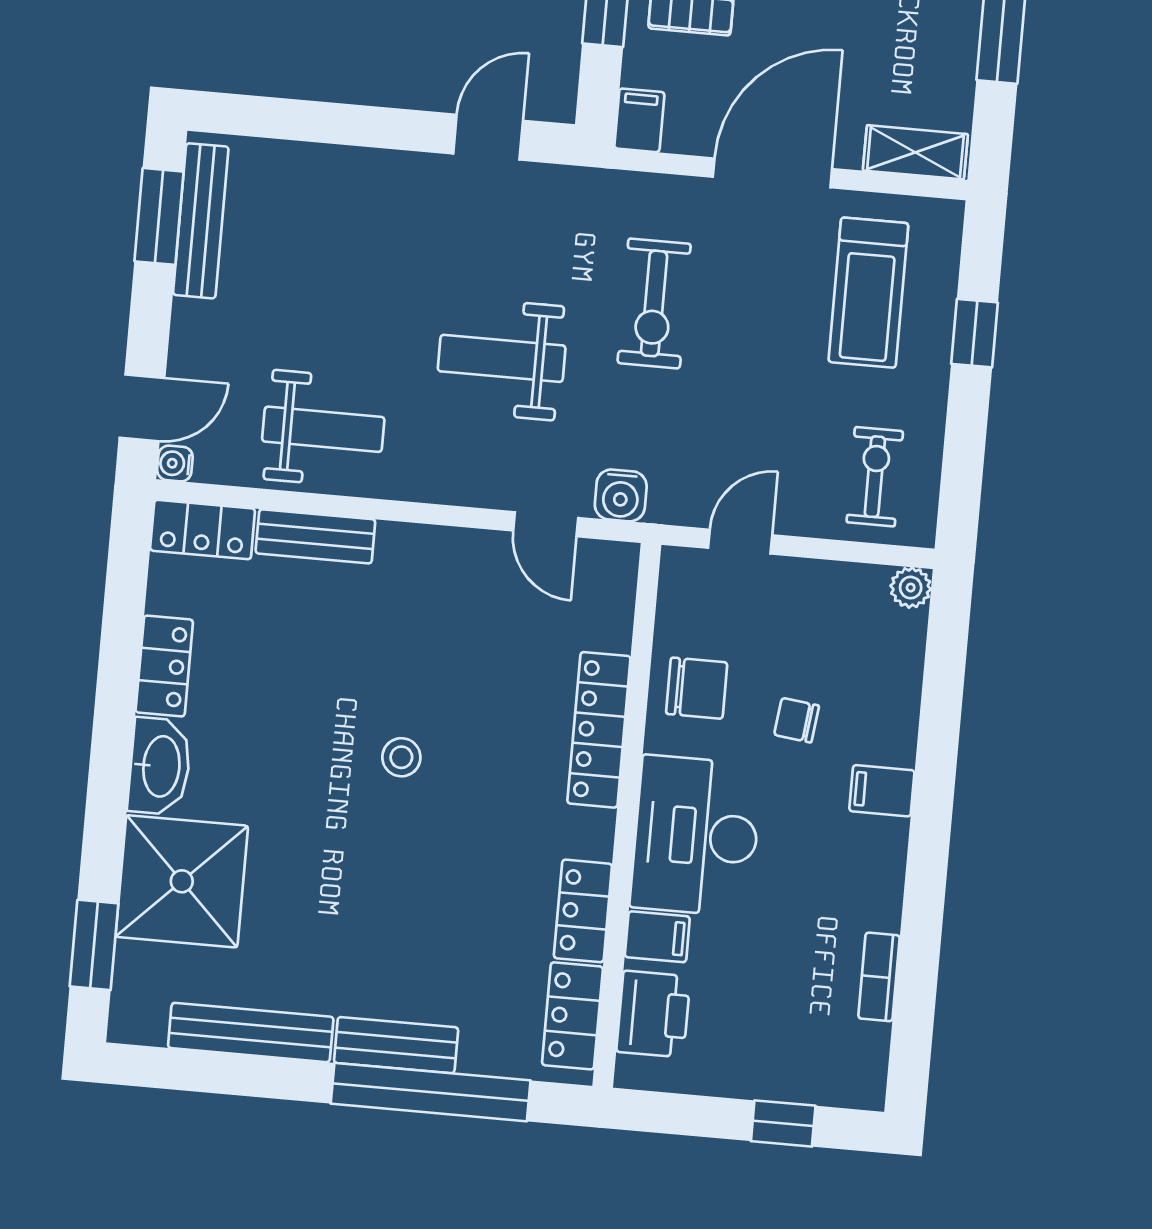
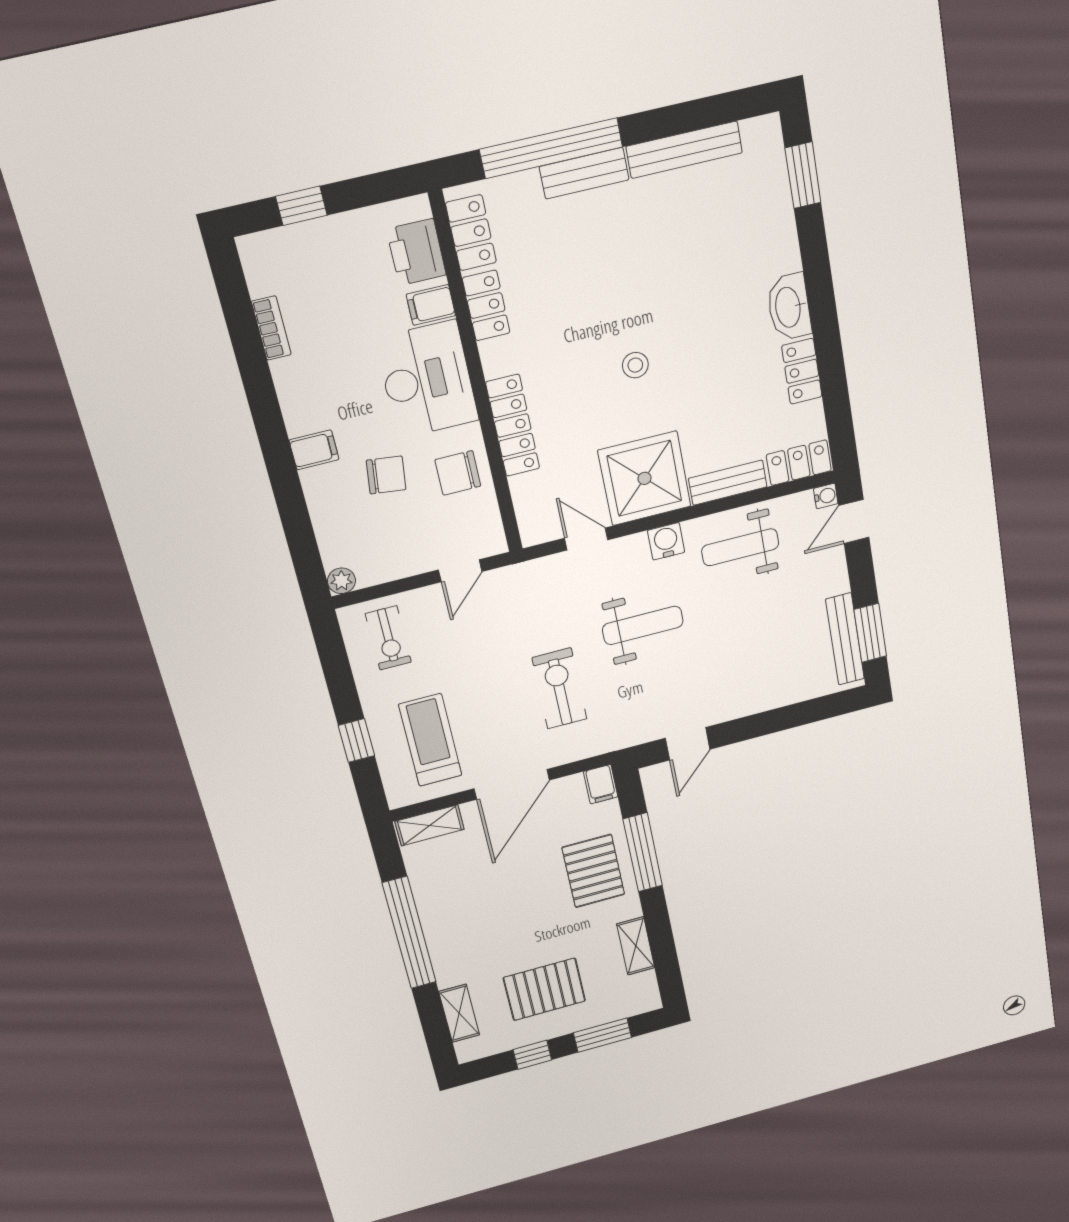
water cooler: (621, 495) -> (666, 541), moved
chair: (797, 720) -> (386, 475), width x1.37, depth x1.37
shower: (182, 881) -> (644, 478), moved

